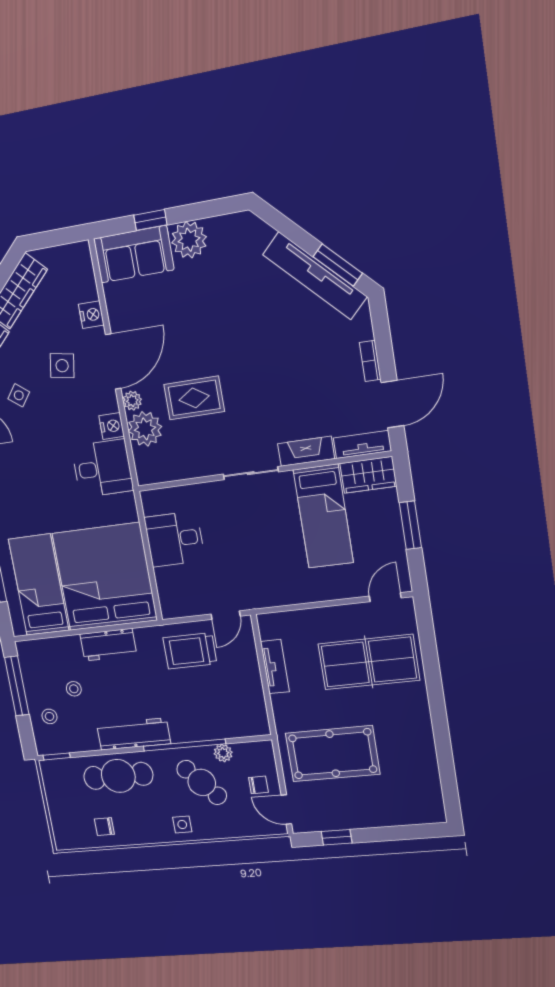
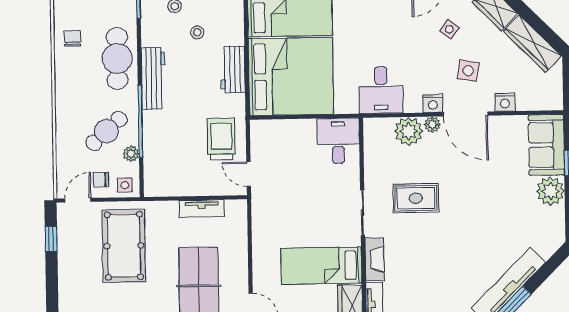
rug: (194, 398) -> (416, 198), moved, turned 90
nightstand: (112, 426) -> (433, 103), moved
desk: (175, 539) -> (338, 141), moved
chair: (258, 785) -> (101, 180), turned 90
side table: (182, 825) -> (125, 185), moved

